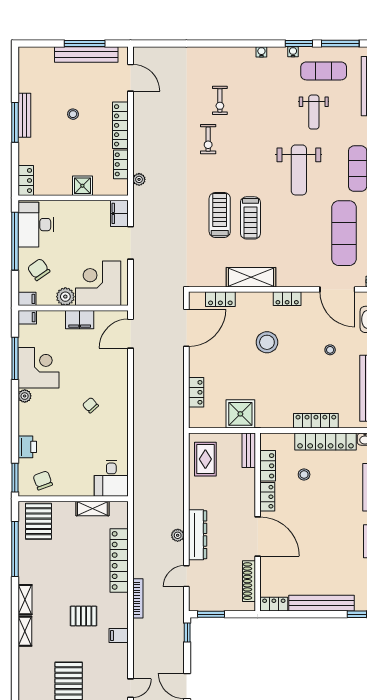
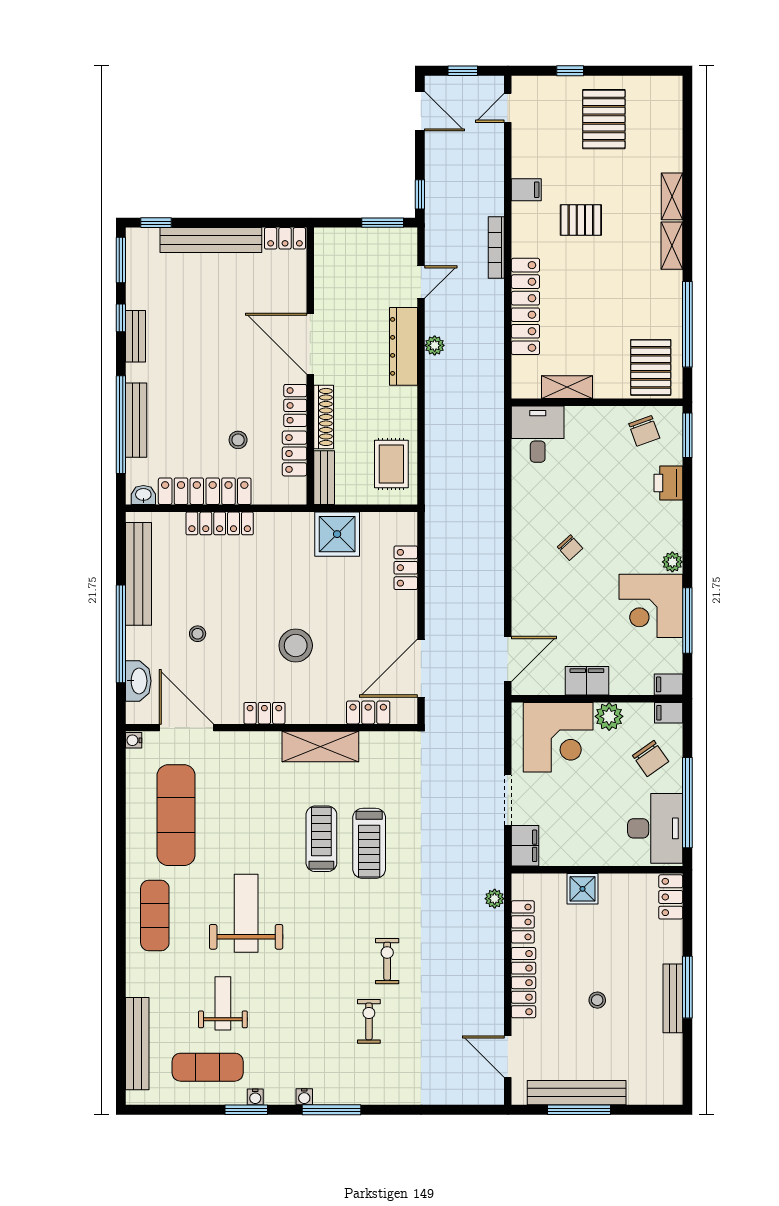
window: (340, 44) -> (331, 1110), moved
shoe rack: (249, 581) -> (324, 417), moved

